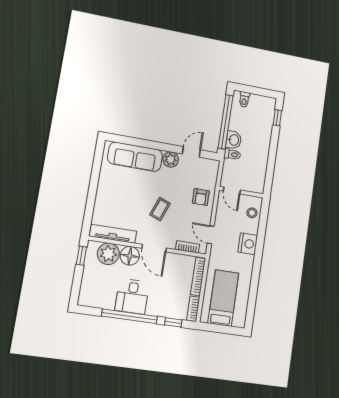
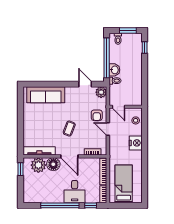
window: (259, 91) -> (128, 30), added
door: (191, 152) -> (85, 84), hinge flipped
plant: (171, 159) -> (101, 92), moved
door: (211, 235) -> (108, 129), moved
desk: (132, 296) -> (75, 192), moved

